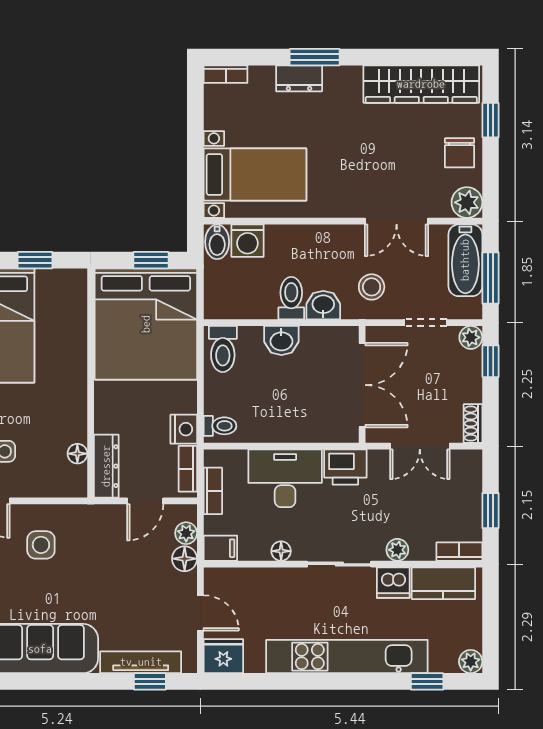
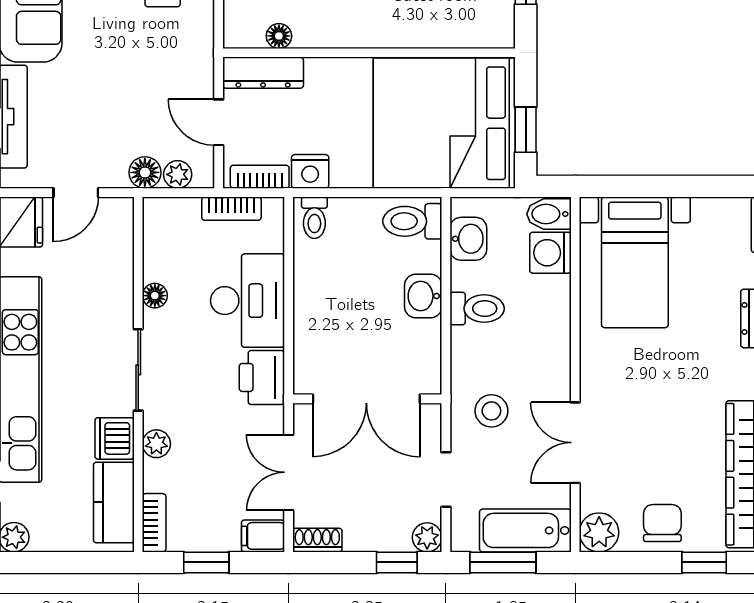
chair: (460, 153) -> (662, 523), turned 90
washbasin: (323, 305) -> (468, 239), moved
filing cabinet: (220, 548) -> (263, 536), moved, turned 90

